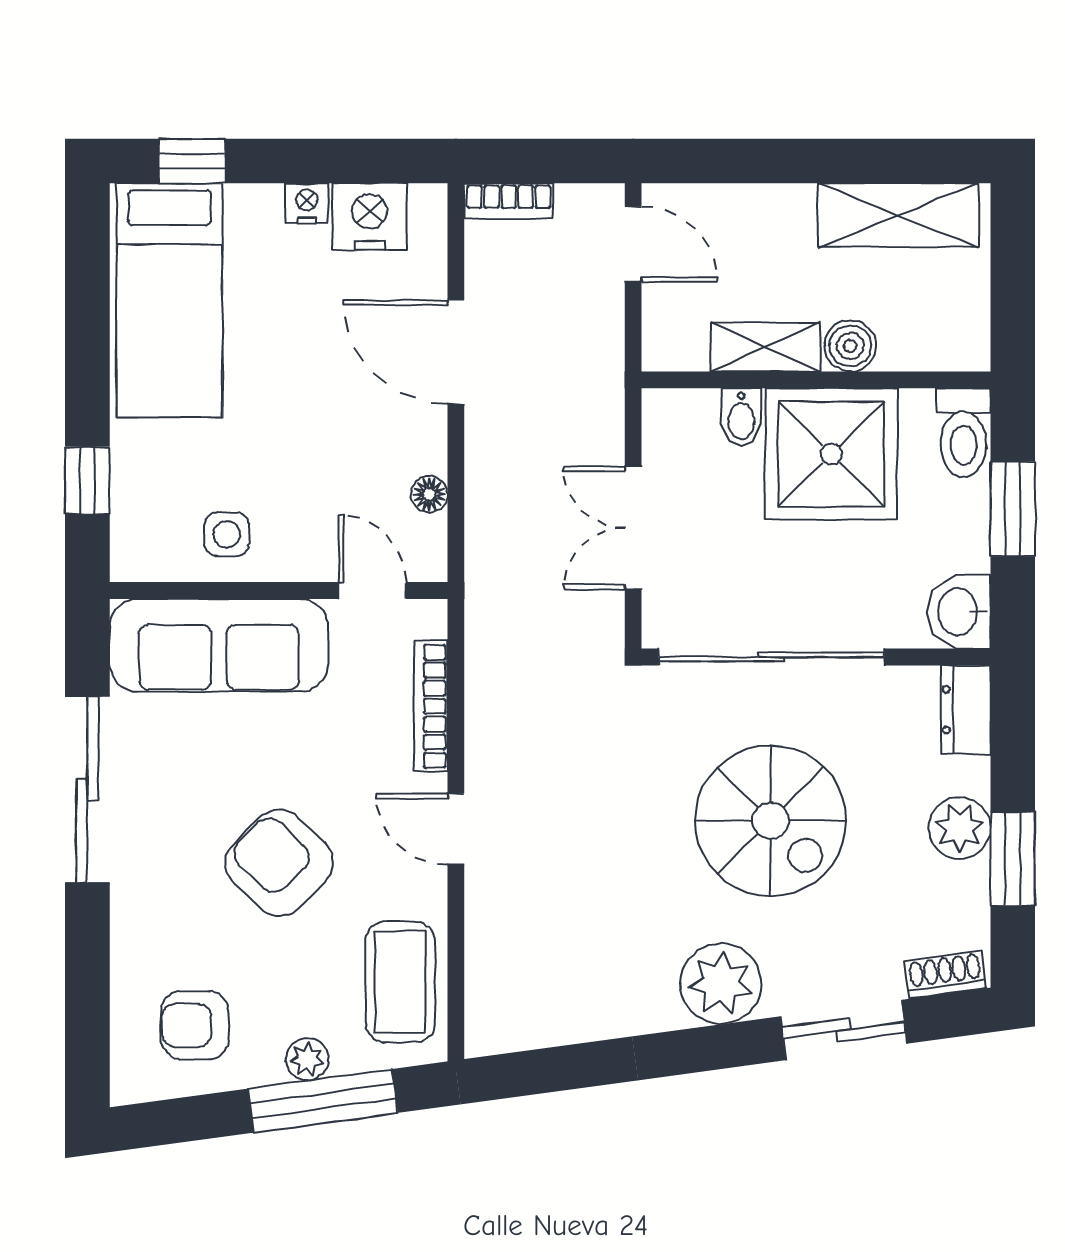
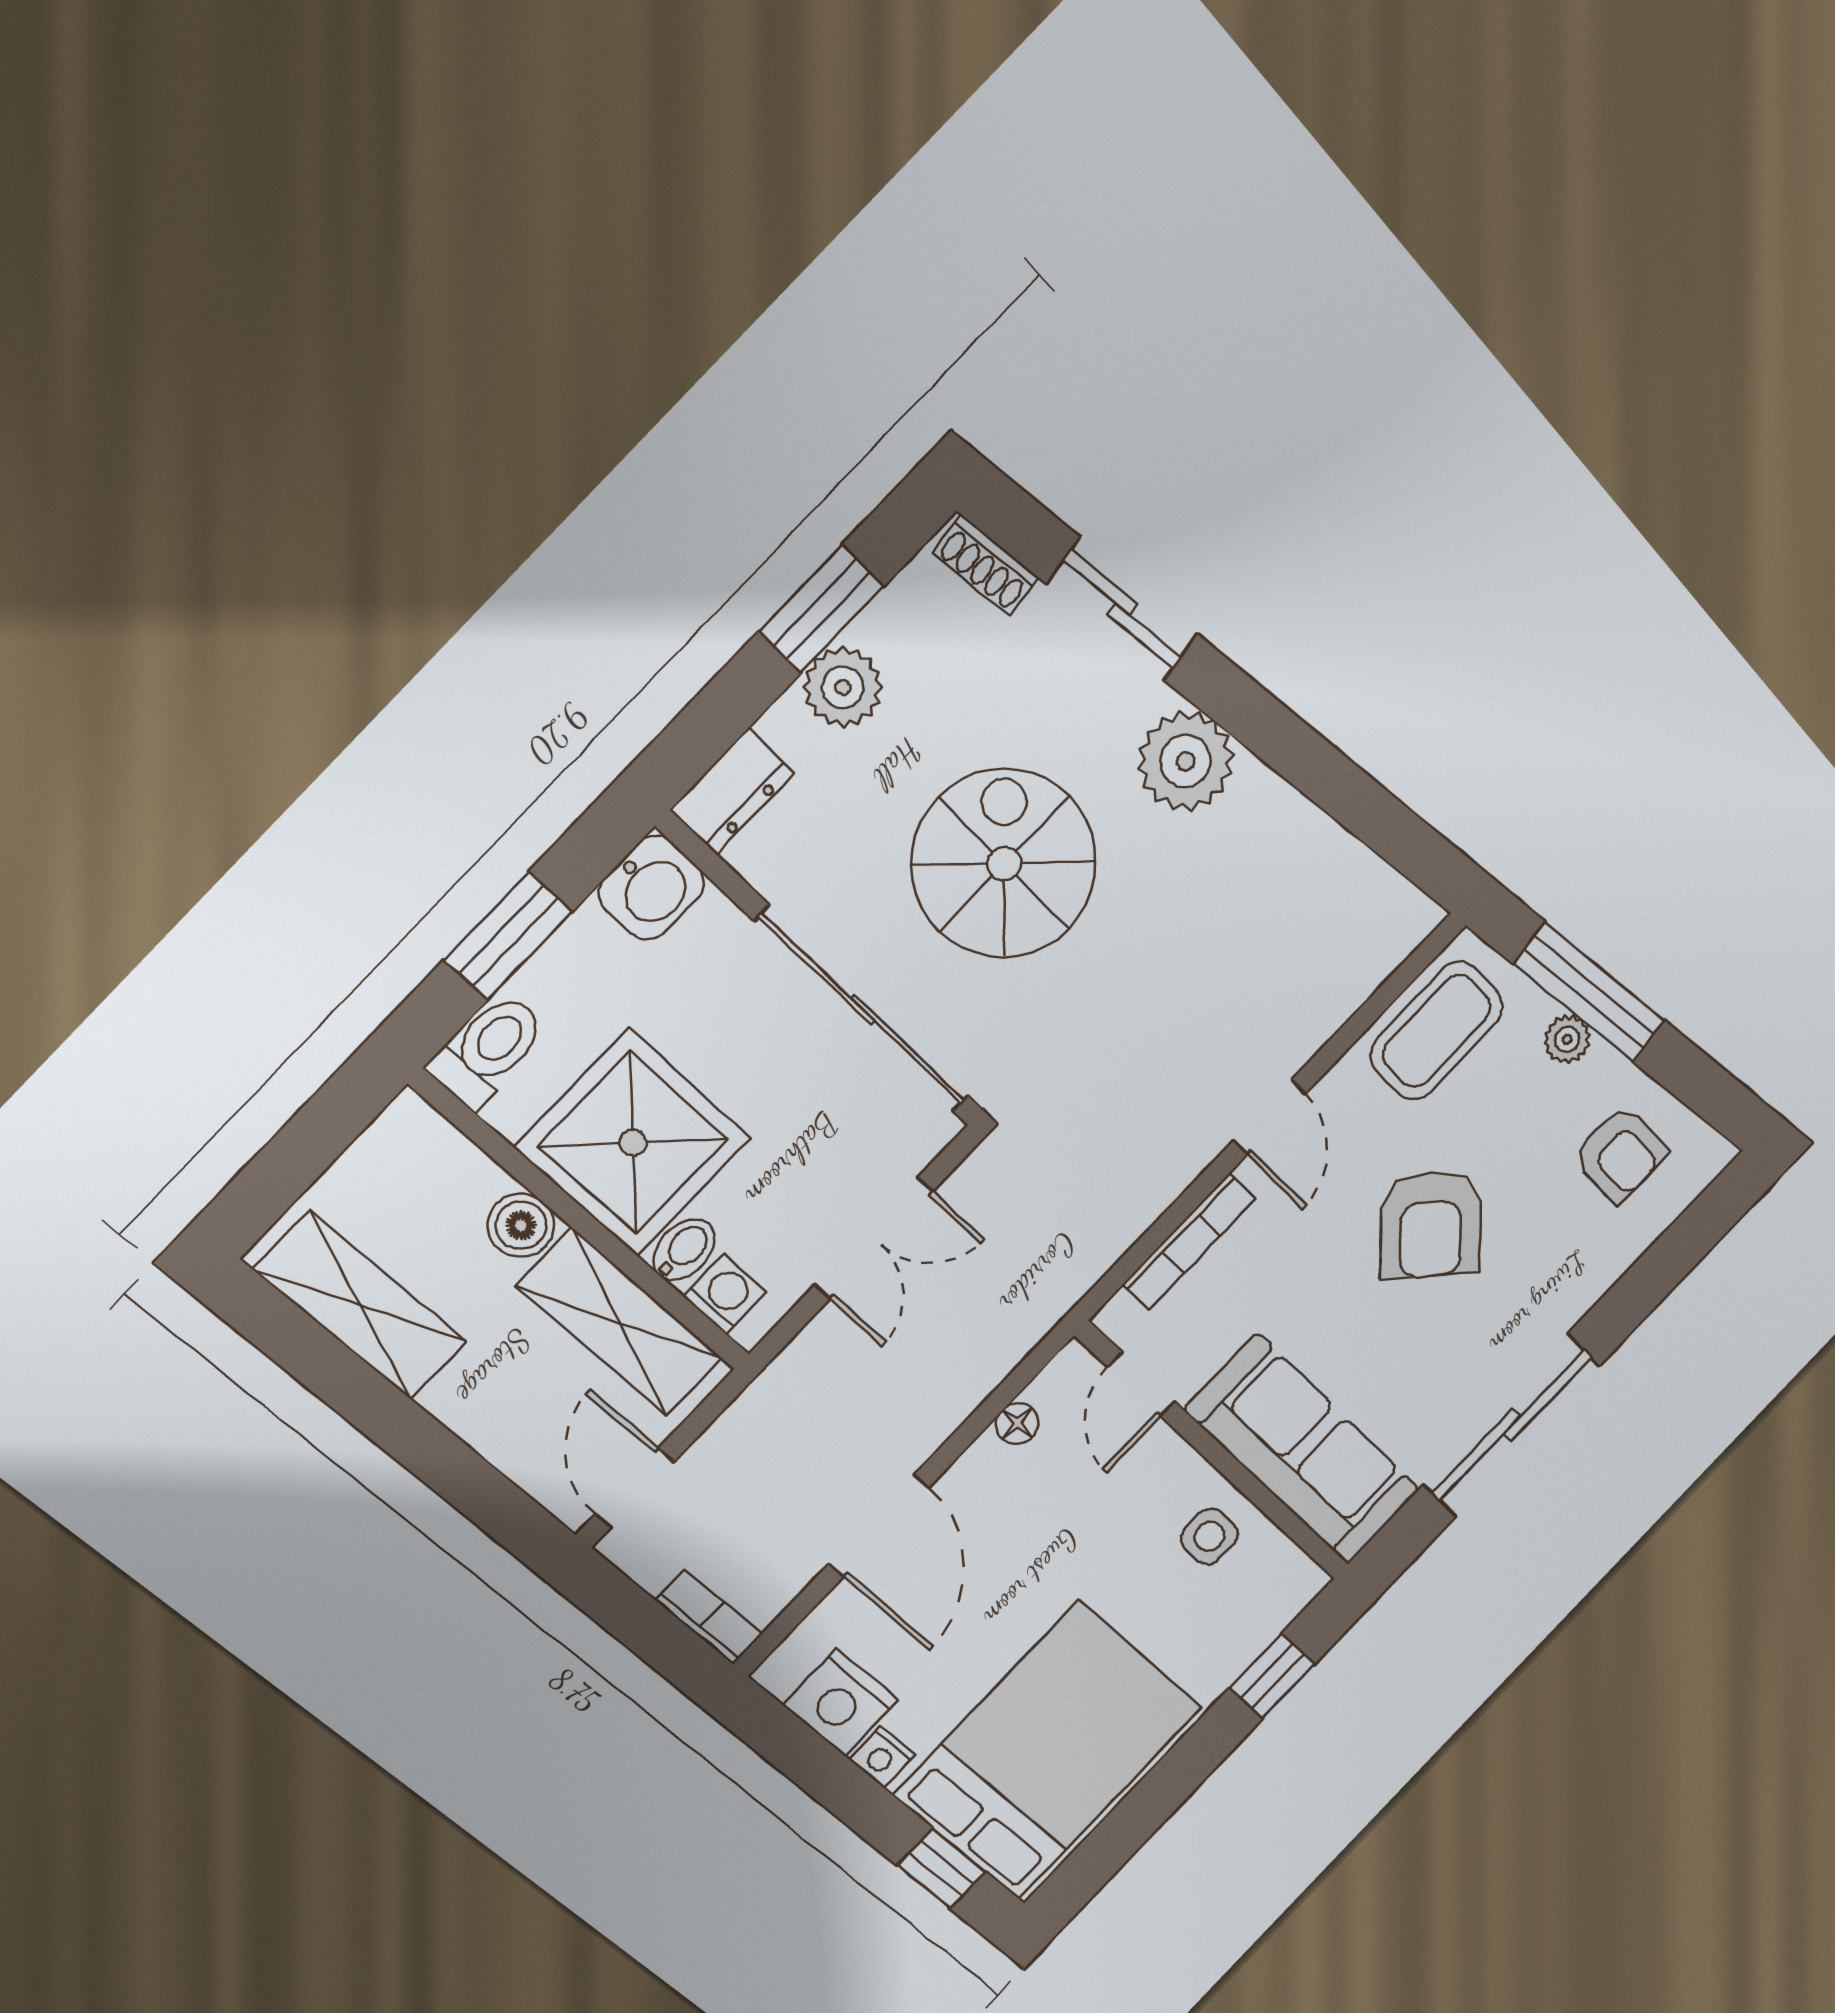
bed: (169, 300) -> (1049, 1751), width x1.50
shelving: (765, 347) -> (620, 1323), width x1.50, depth x1.33
washing machine: (691, 412) -> (725, 1294), added

